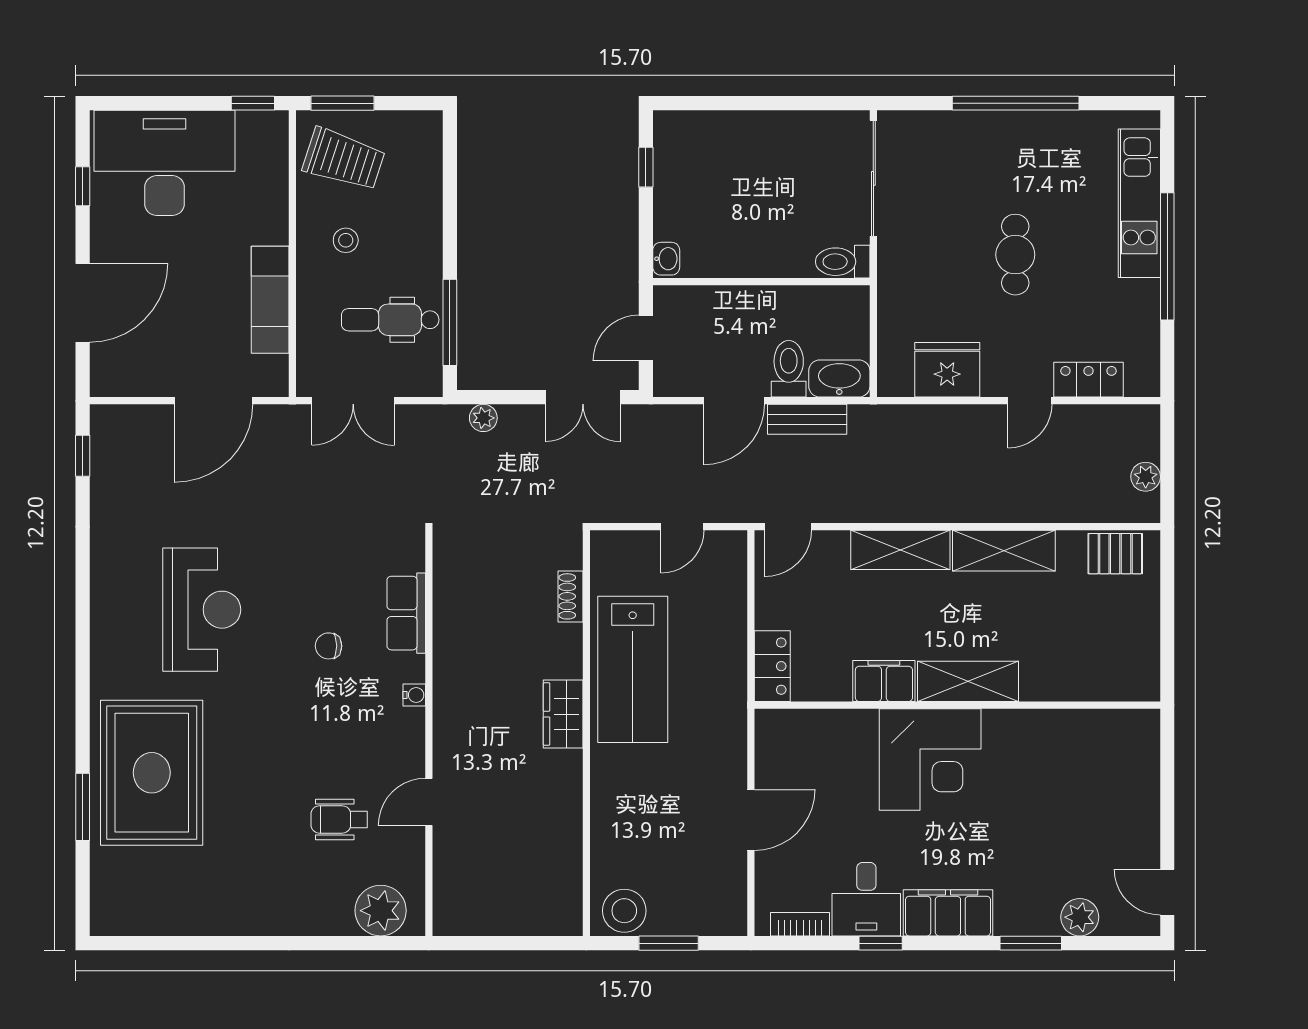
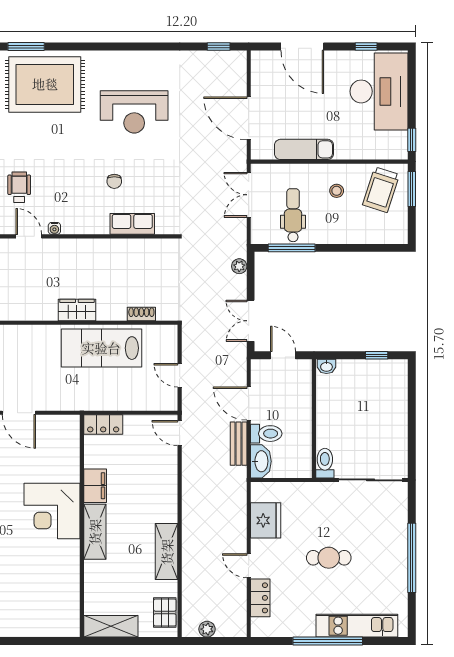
shelving: (900, 550) -> (111, 626), moved, turned 90
chair: (329, 646) -> (114, 181), turned 180
water cooler: (414, 695) -> (54, 228), moved

